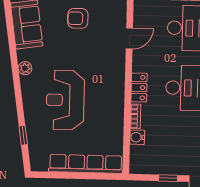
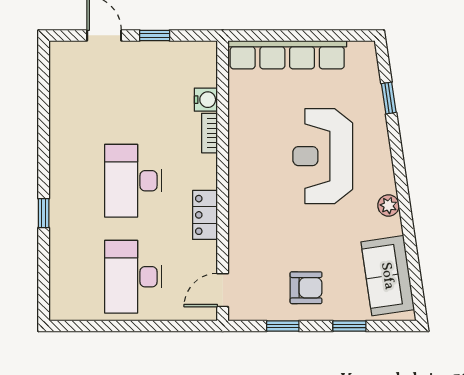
door: (129, 38) -> (223, 290), moved
locker: (139, 88) -> (205, 215), moved
reception desk: (65, 100) -> (323, 156), turned 180

